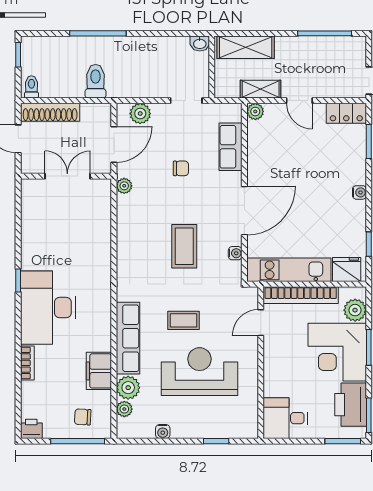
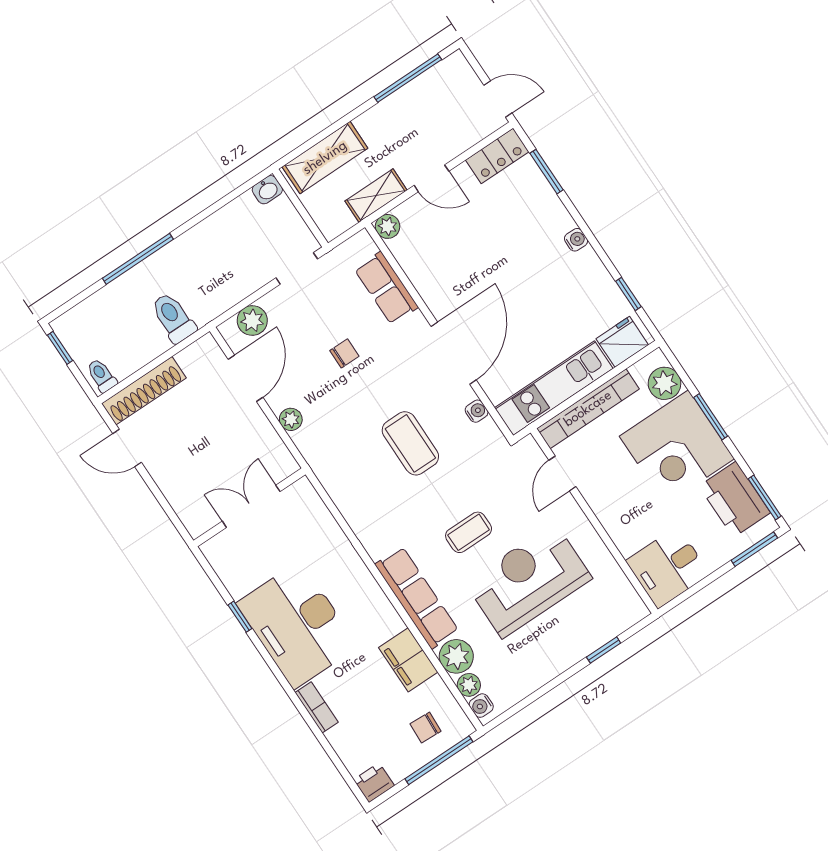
wall: (66, 176) -> (249, 508), moved
double door: (67, 176) -> (251, 506), moved
water cooler: (163, 432) -> (481, 706), moved, turned 90

